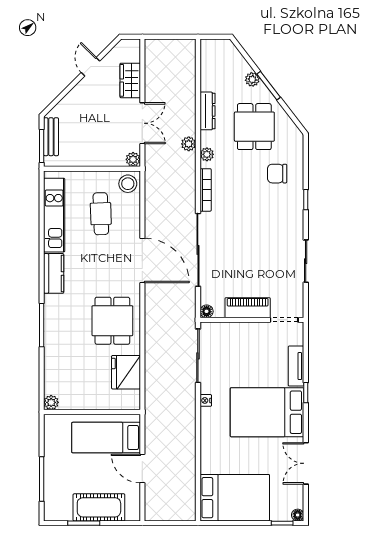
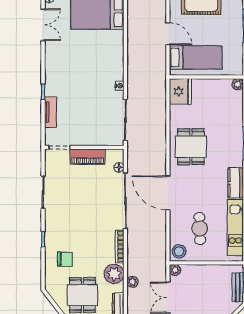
plant: (207, 154) -> (114, 274), width x1.88, depth x1.88
floor lamp: (207, 311) -> (119, 167), moved
fridge: (126, 372) -> (180, 91), moved
bed: (267, 412) -> (73, 77), removed
double door: (306, 463) -> (43, 25), moved

